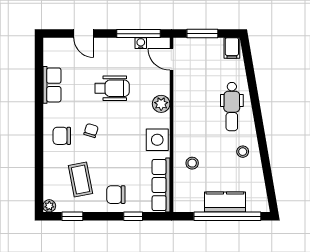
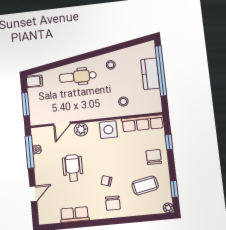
door: (171, 59) -> (62, 124), moved
dental chair: (232, 107) -> (78, 77), turned 180
chair: (116, 195) -> (154, 157), turned 180

